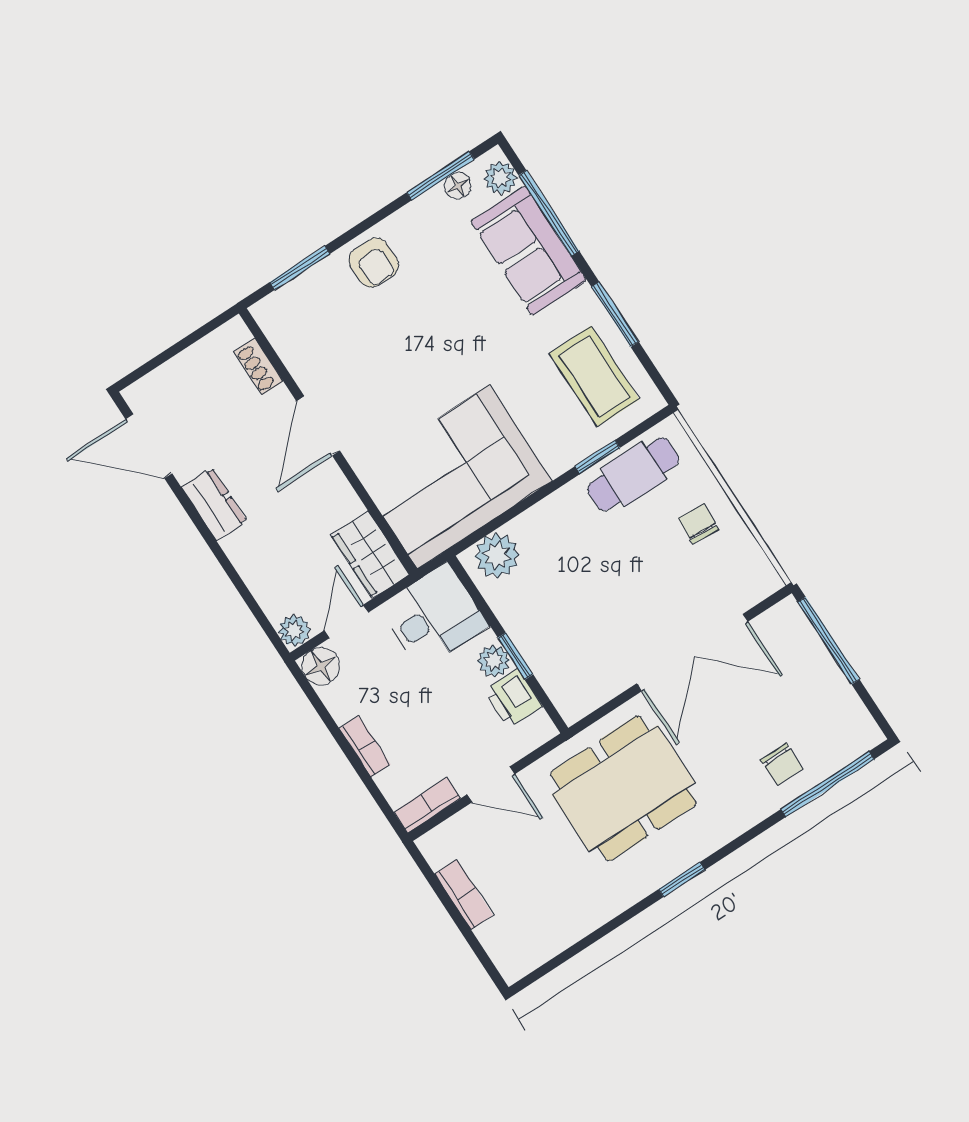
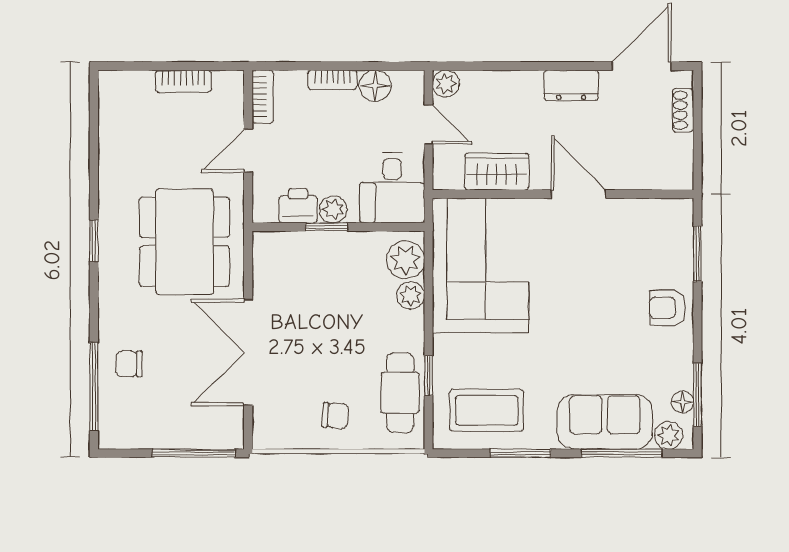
shoe rack: (259, 367) -> (683, 110), moved, turned -90
plant: (529, 527) -> (411, 295), added
wardrobe: (370, 554) -> (497, 172), moved
floor lamp: (321, 666) -> (375, 86), moved

